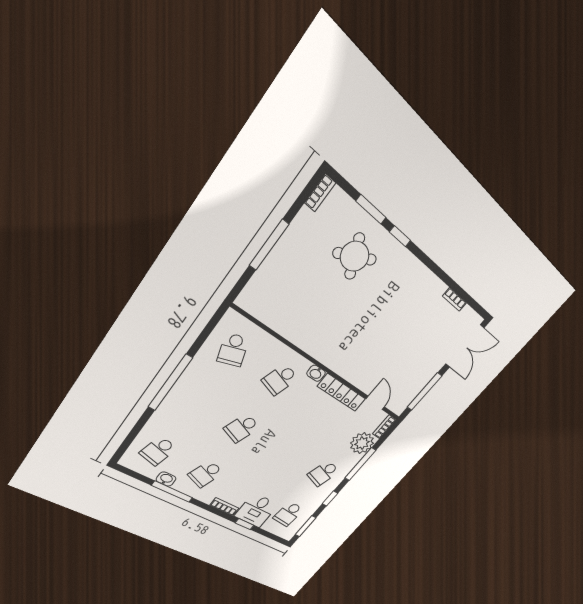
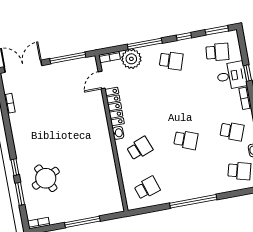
school desk: (280, 379) -> (140, 148), turned -39

